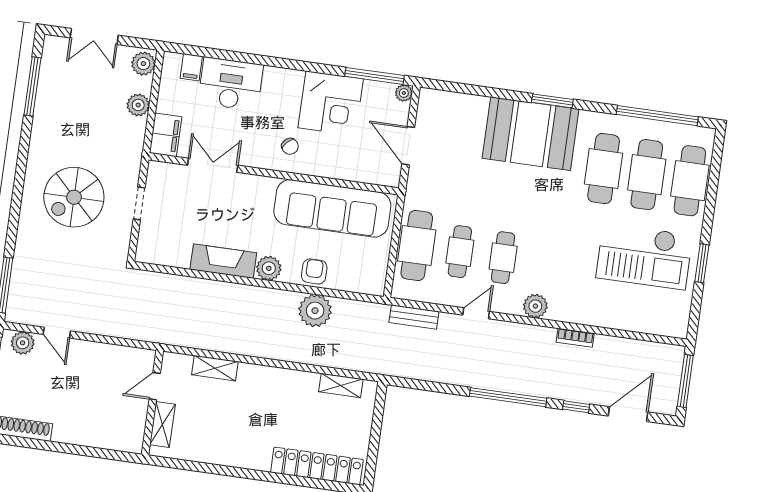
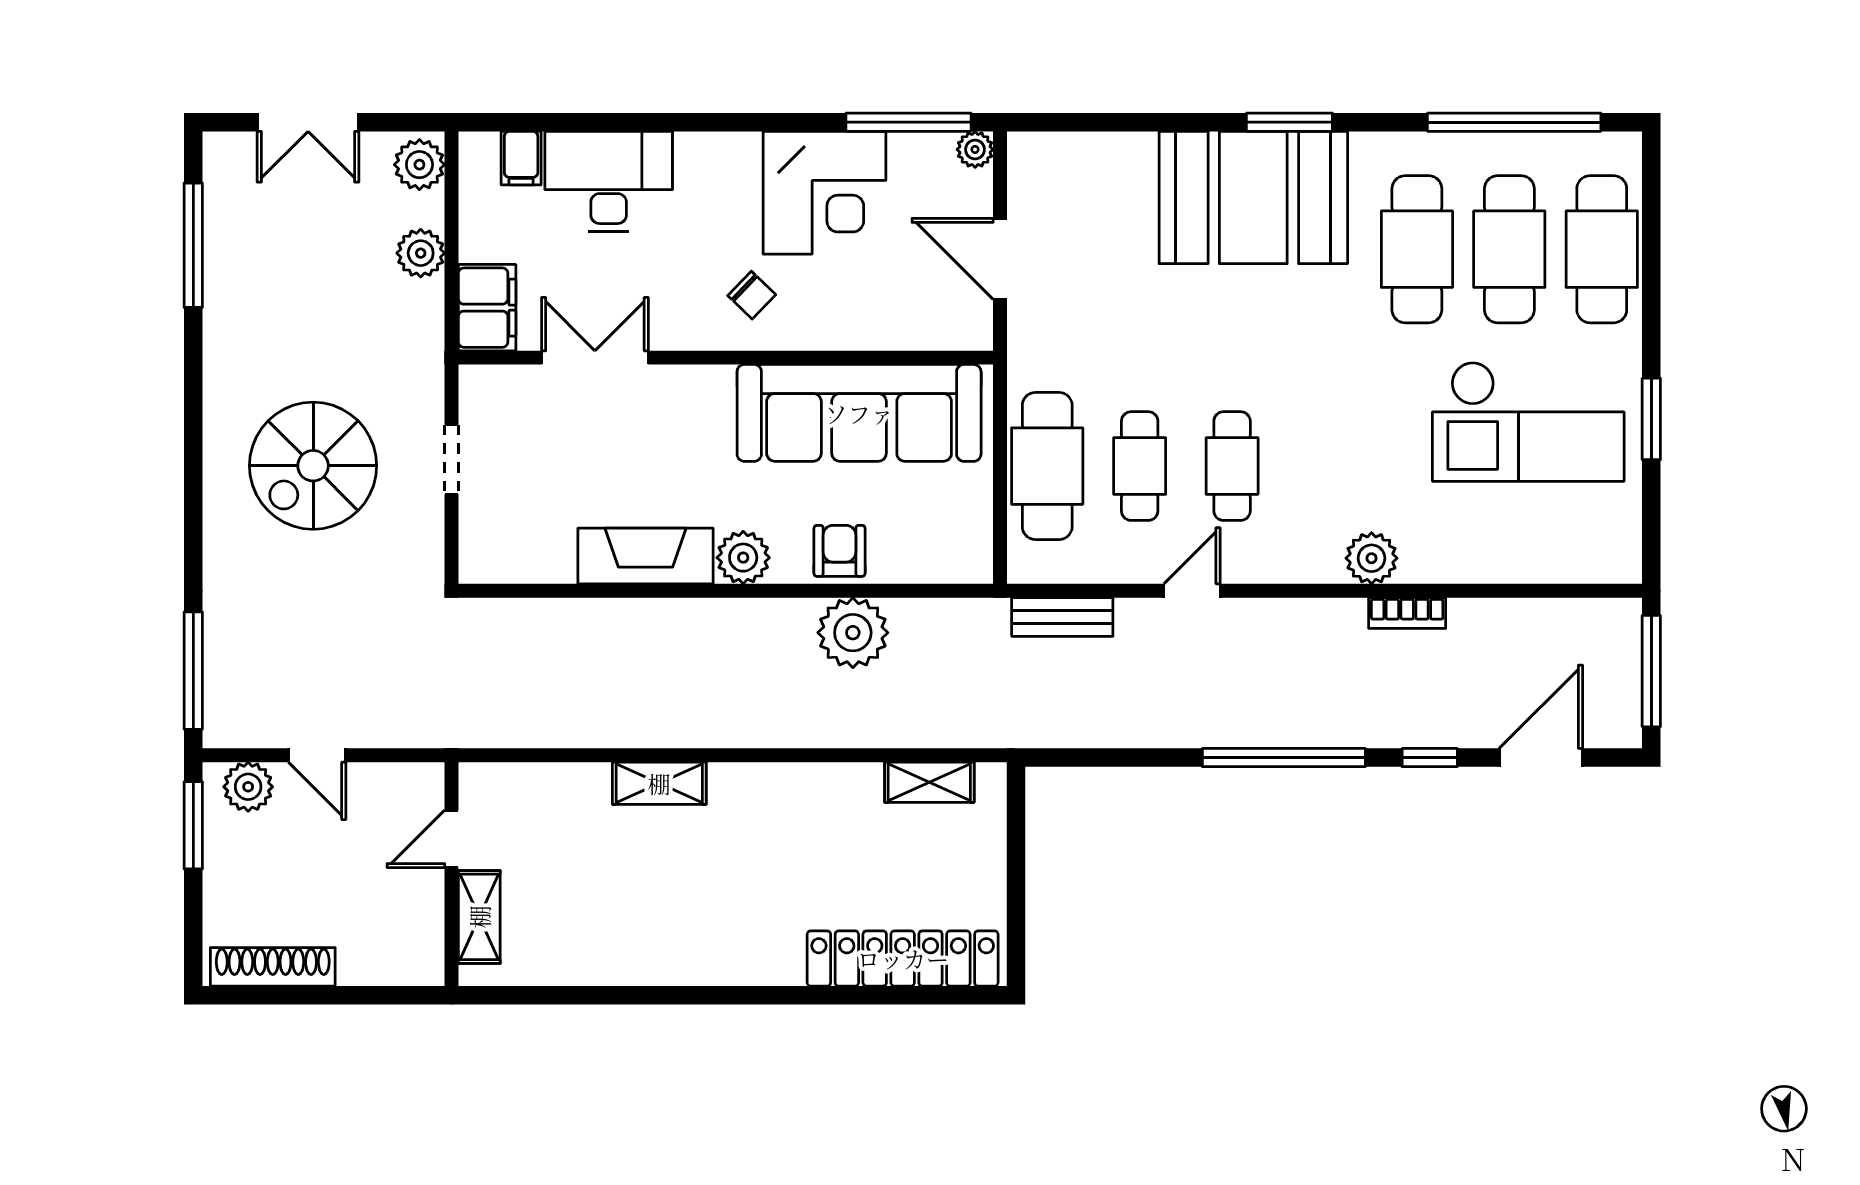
plant: (535, 306) -> (1372, 558), moved
door: (155, 386) -> (451, 839), moved
wall: (152, 403) -> (451, 874), moved
shelving: (163, 424) -> (479, 917), moved

